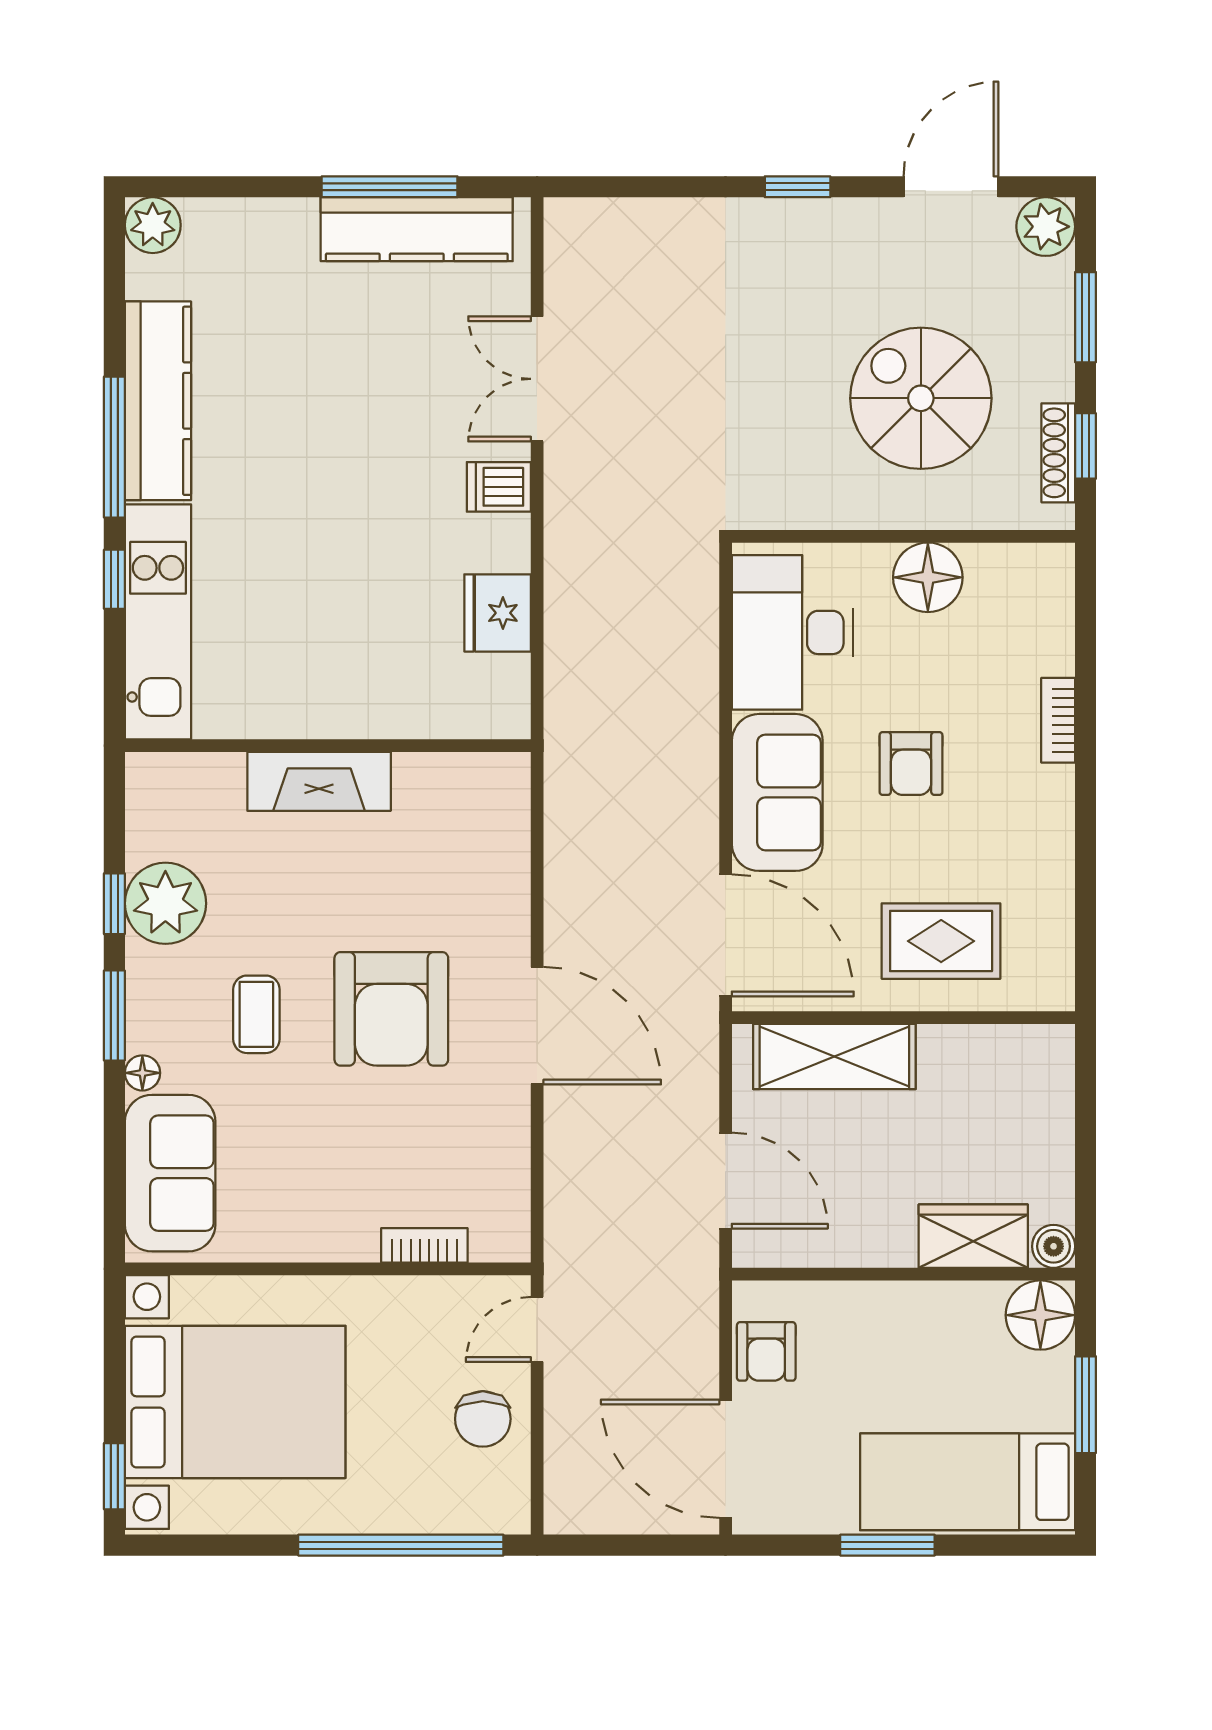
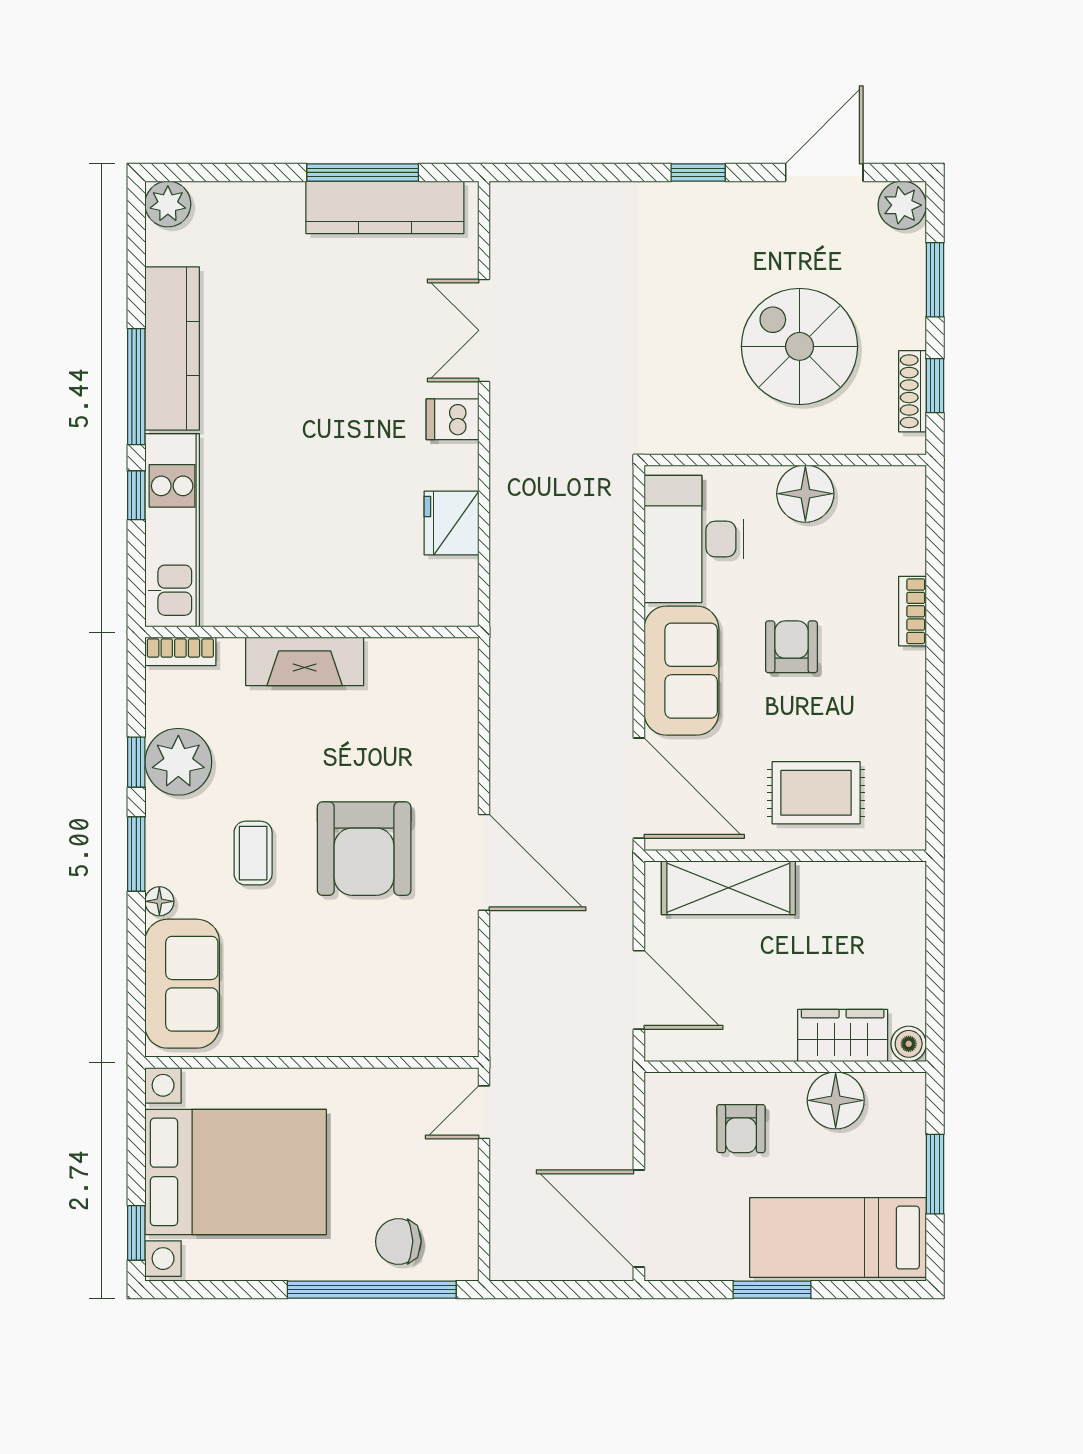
armchair: (911, 764) -> (791, 647), turned 180
bookcase: (424, 1245) -> (180, 651), moved, turned 180
floor lamp: (1040, 1315) -> (836, 1100), moved
armchair: (766, 1351) -> (741, 1129), moved
chair: (483, 1419) -> (398, 1241), moved, turned 90

